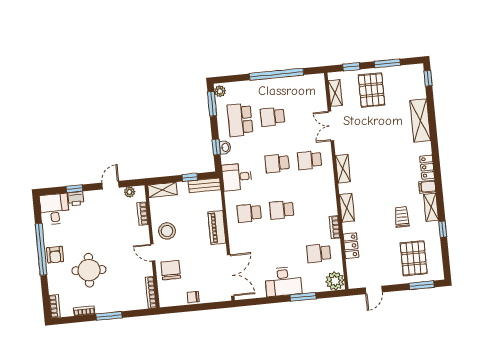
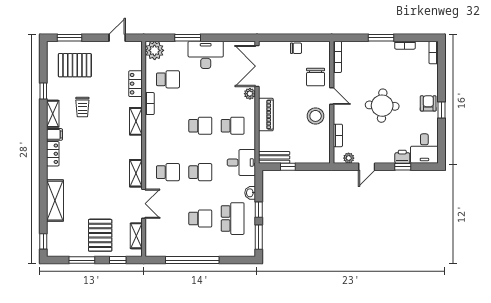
plant: (220, 91) -> (250, 94), moved
window: (216, 147) -> (259, 210), moved
shelving: (343, 169) -> (136, 173), moved
shelving: (162, 190) -> (316, 157), removed
window: (41, 249) -> (441, 110), width x0.32
pallet: (414, 258) -> (75, 65), turned 90
round table: (89, 270) -> (382, 106), moved

